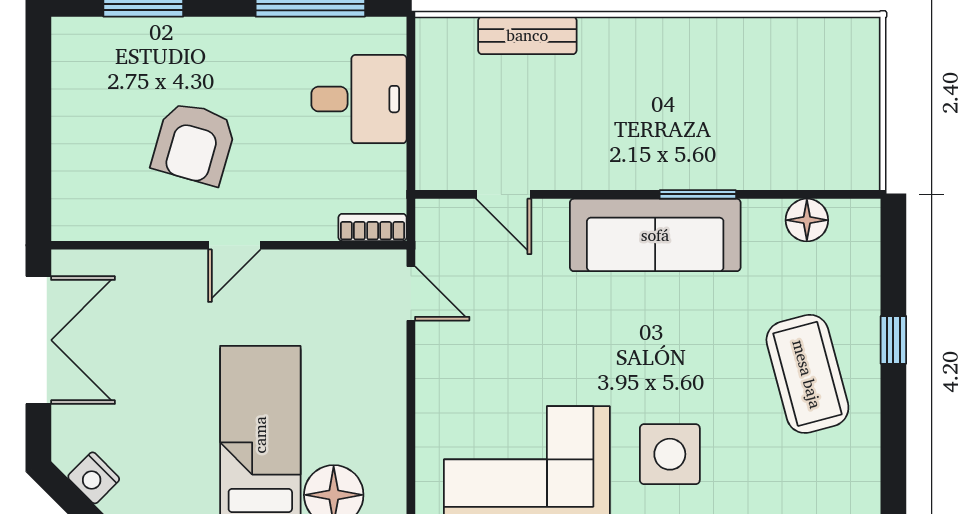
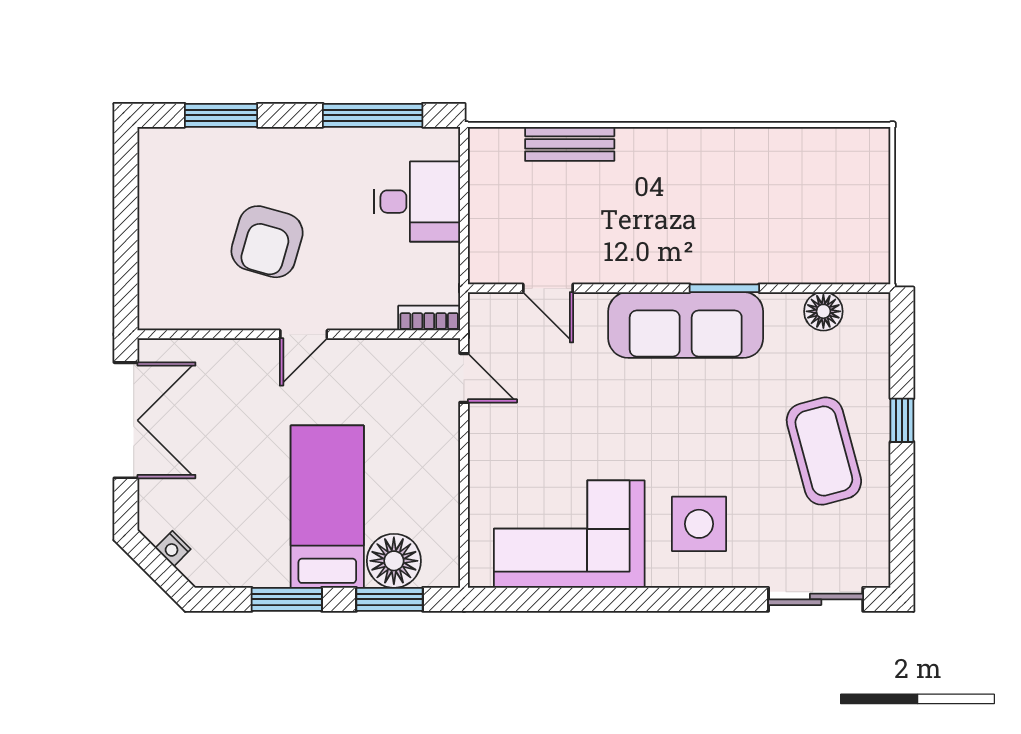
nightstand: (94, 478) -> (173, 549), width x0.72, depth x0.74

